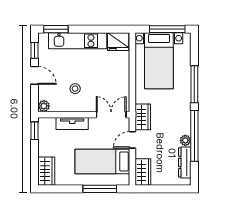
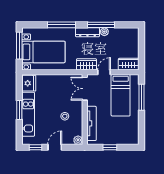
window: (56, 29) -> (19, 110), moved
tv unit: (72, 123) -> (91, 123), width x1.41
window: (35, 131) -> (110, 147), moved
window: (194, 136) -> (101, 25), width x0.68
door: (132, 140) -> (104, 72), swing flipped
dresser: (185, 162) -> (87, 32), moved
wardrobe: (46, 171) -> (128, 138), removed

